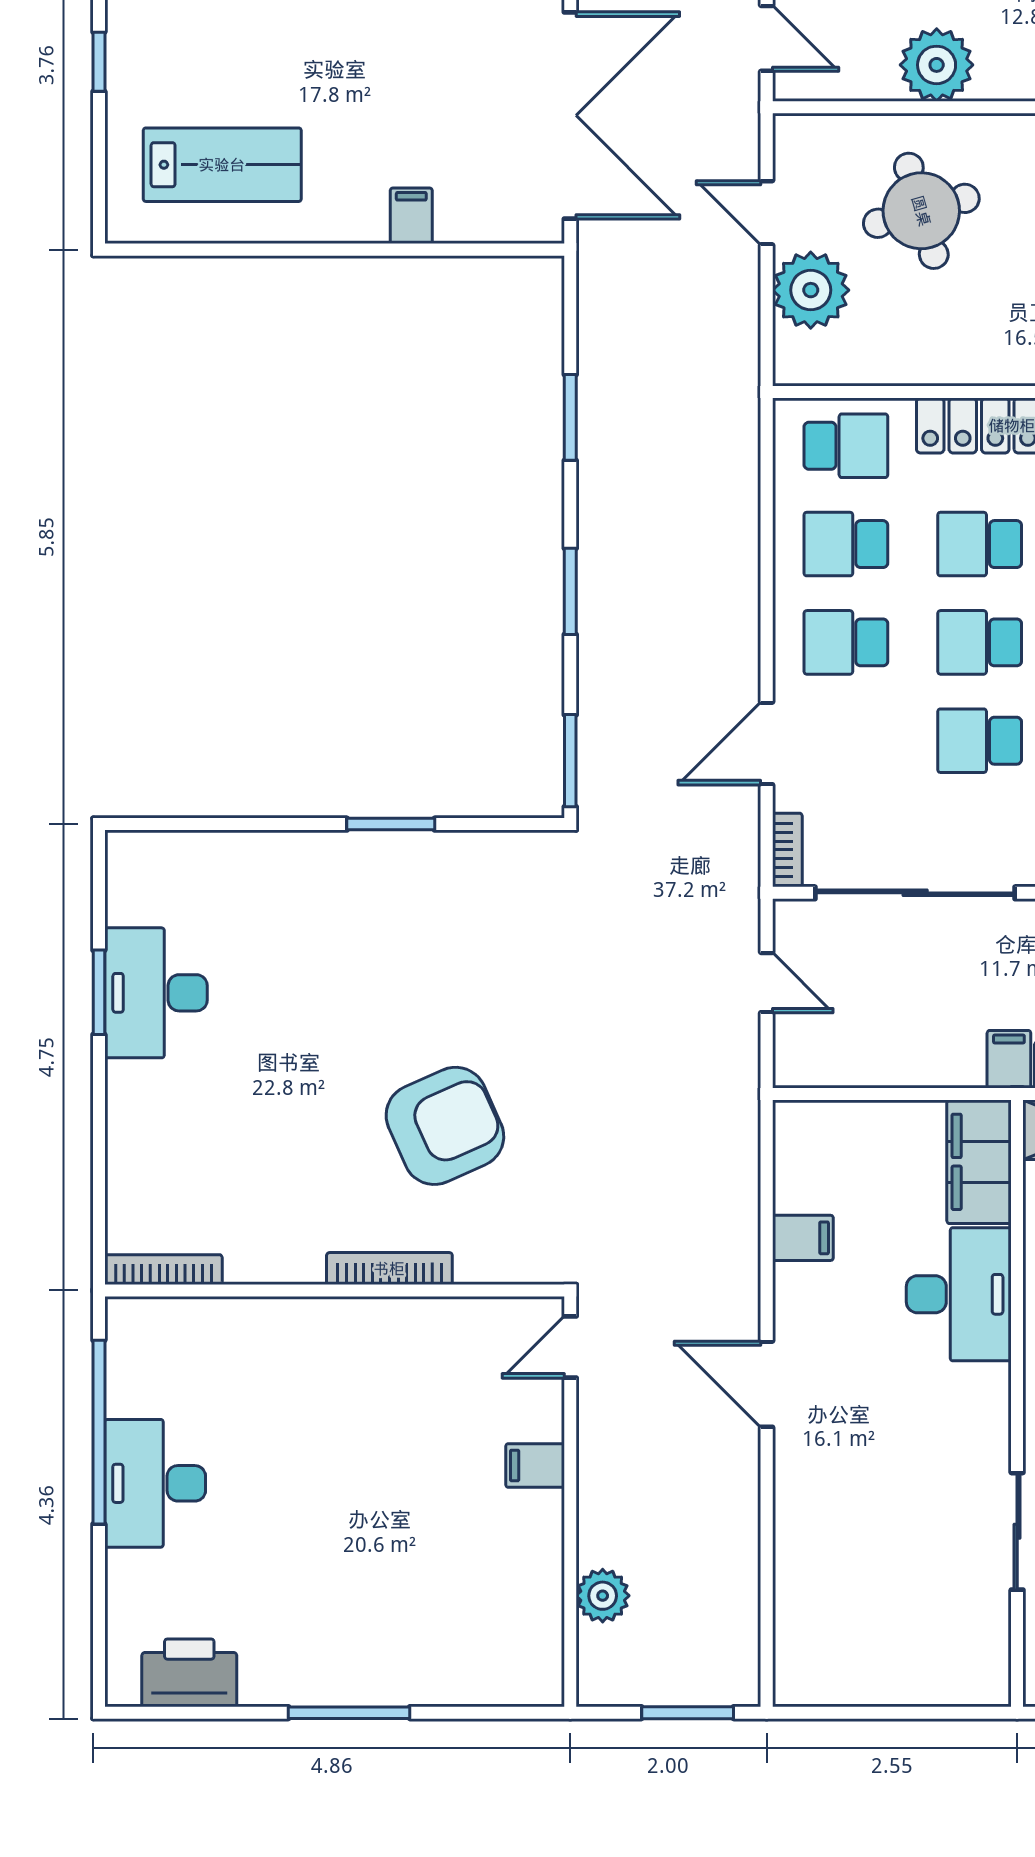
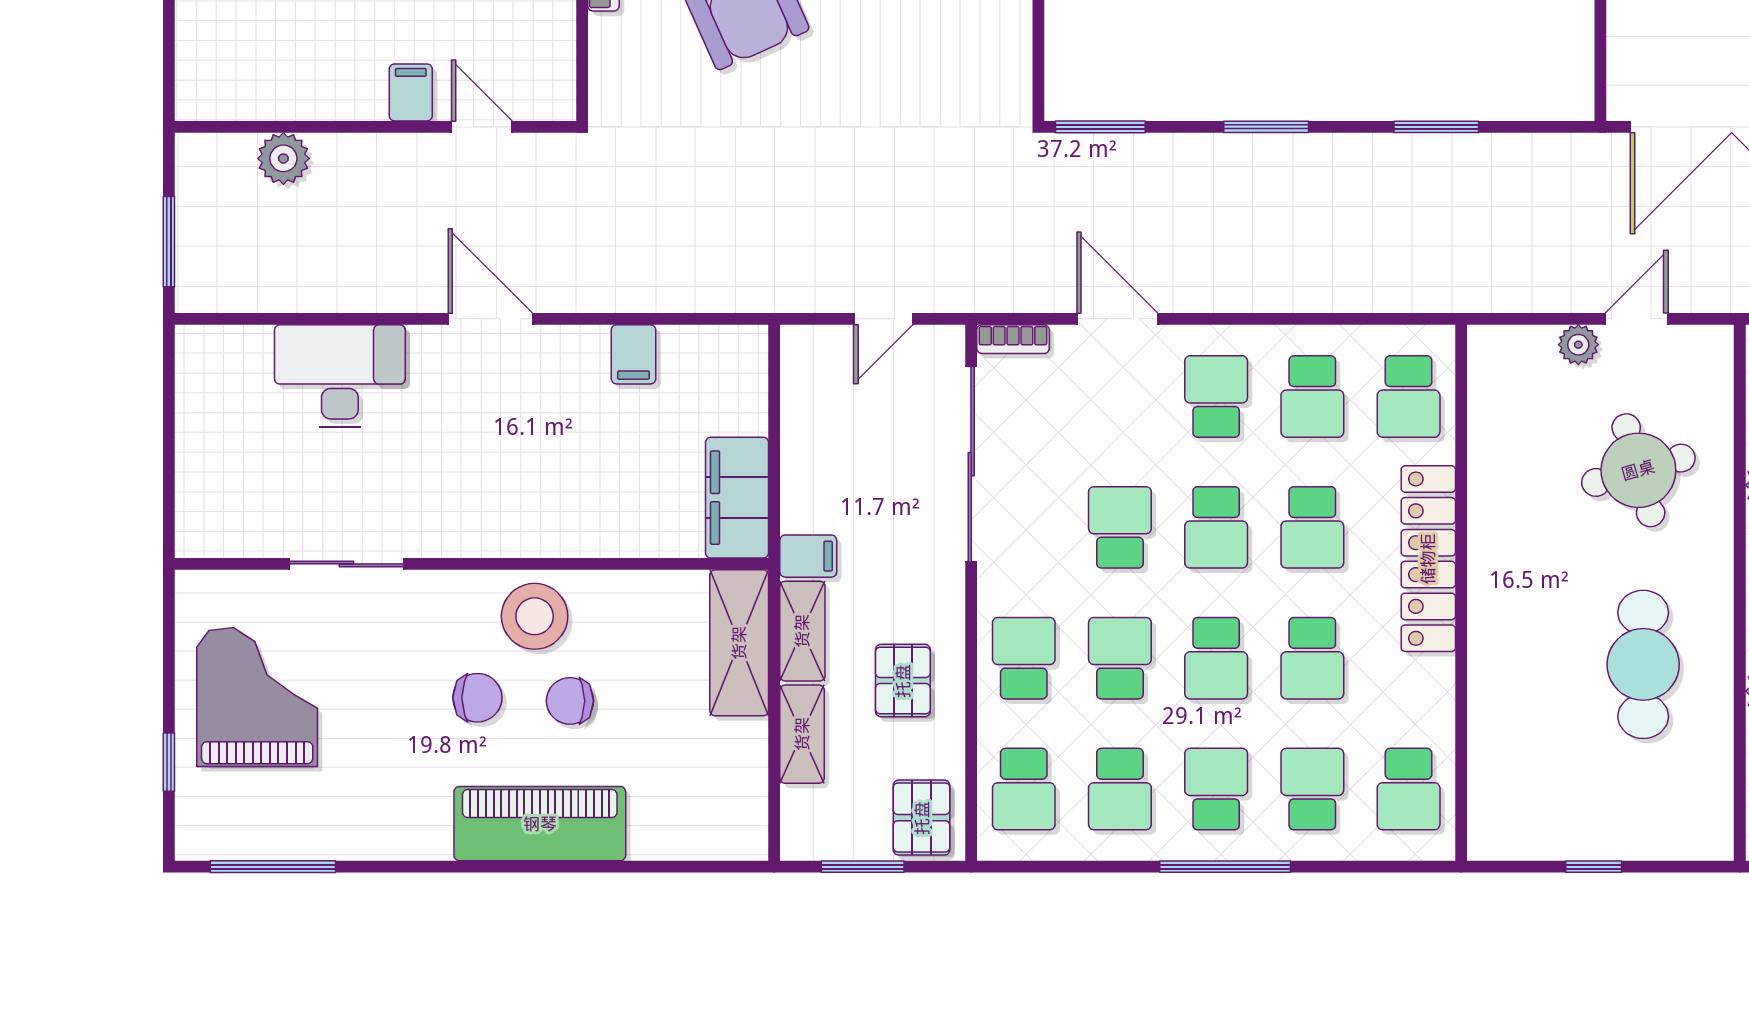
plant: (811, 290) -> (1578, 345), width x0.53, depth x0.53
school desk: (846, 544) -> (1312, 396), turned 180
school desk: (980, 544) -> (1312, 527), turned 180
school desk: (980, 642) -> (1216, 527), turned 180
filing cabinet: (979, 1162) -> (737, 498), moved, turned -90
desk: (959, 1294) -> (340, 376), moved, turned 180
door: (570, 1347) -> (482, 127), moved
door: (767, 1384) -> (490, 319), hinge flipped

